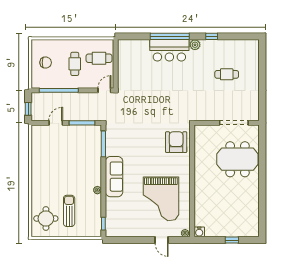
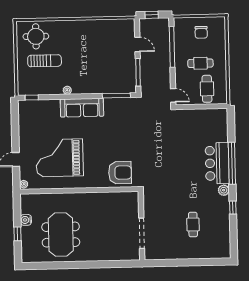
meeting table: (237, 159) -> (61, 235), moved
water cooler: (199, 232) -> (26, 220), moved

